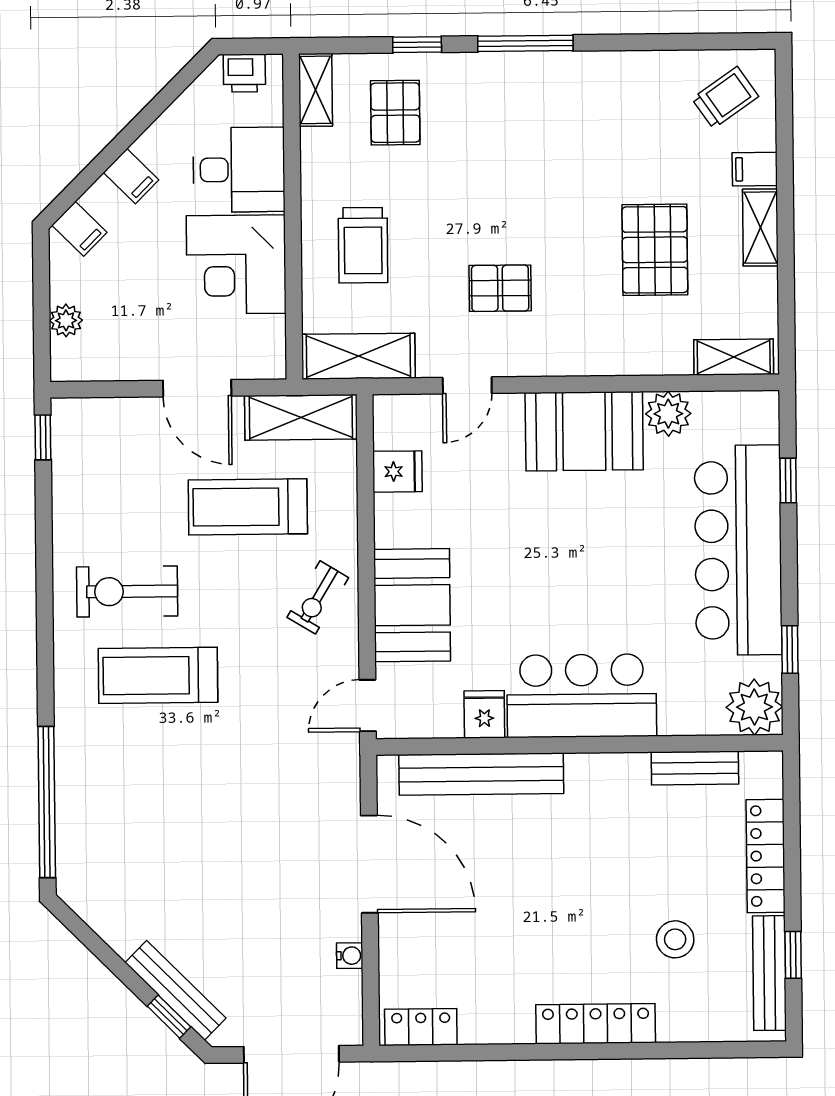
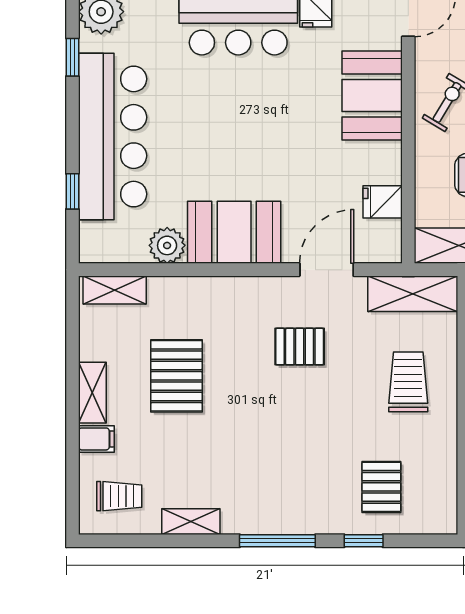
shelving: (316, 90) -> (191, 522), moved, turned 90
trolley: (725, 98) -> (119, 496), turned -145
door: (467, 385) -> (327, 270), width x1.38

